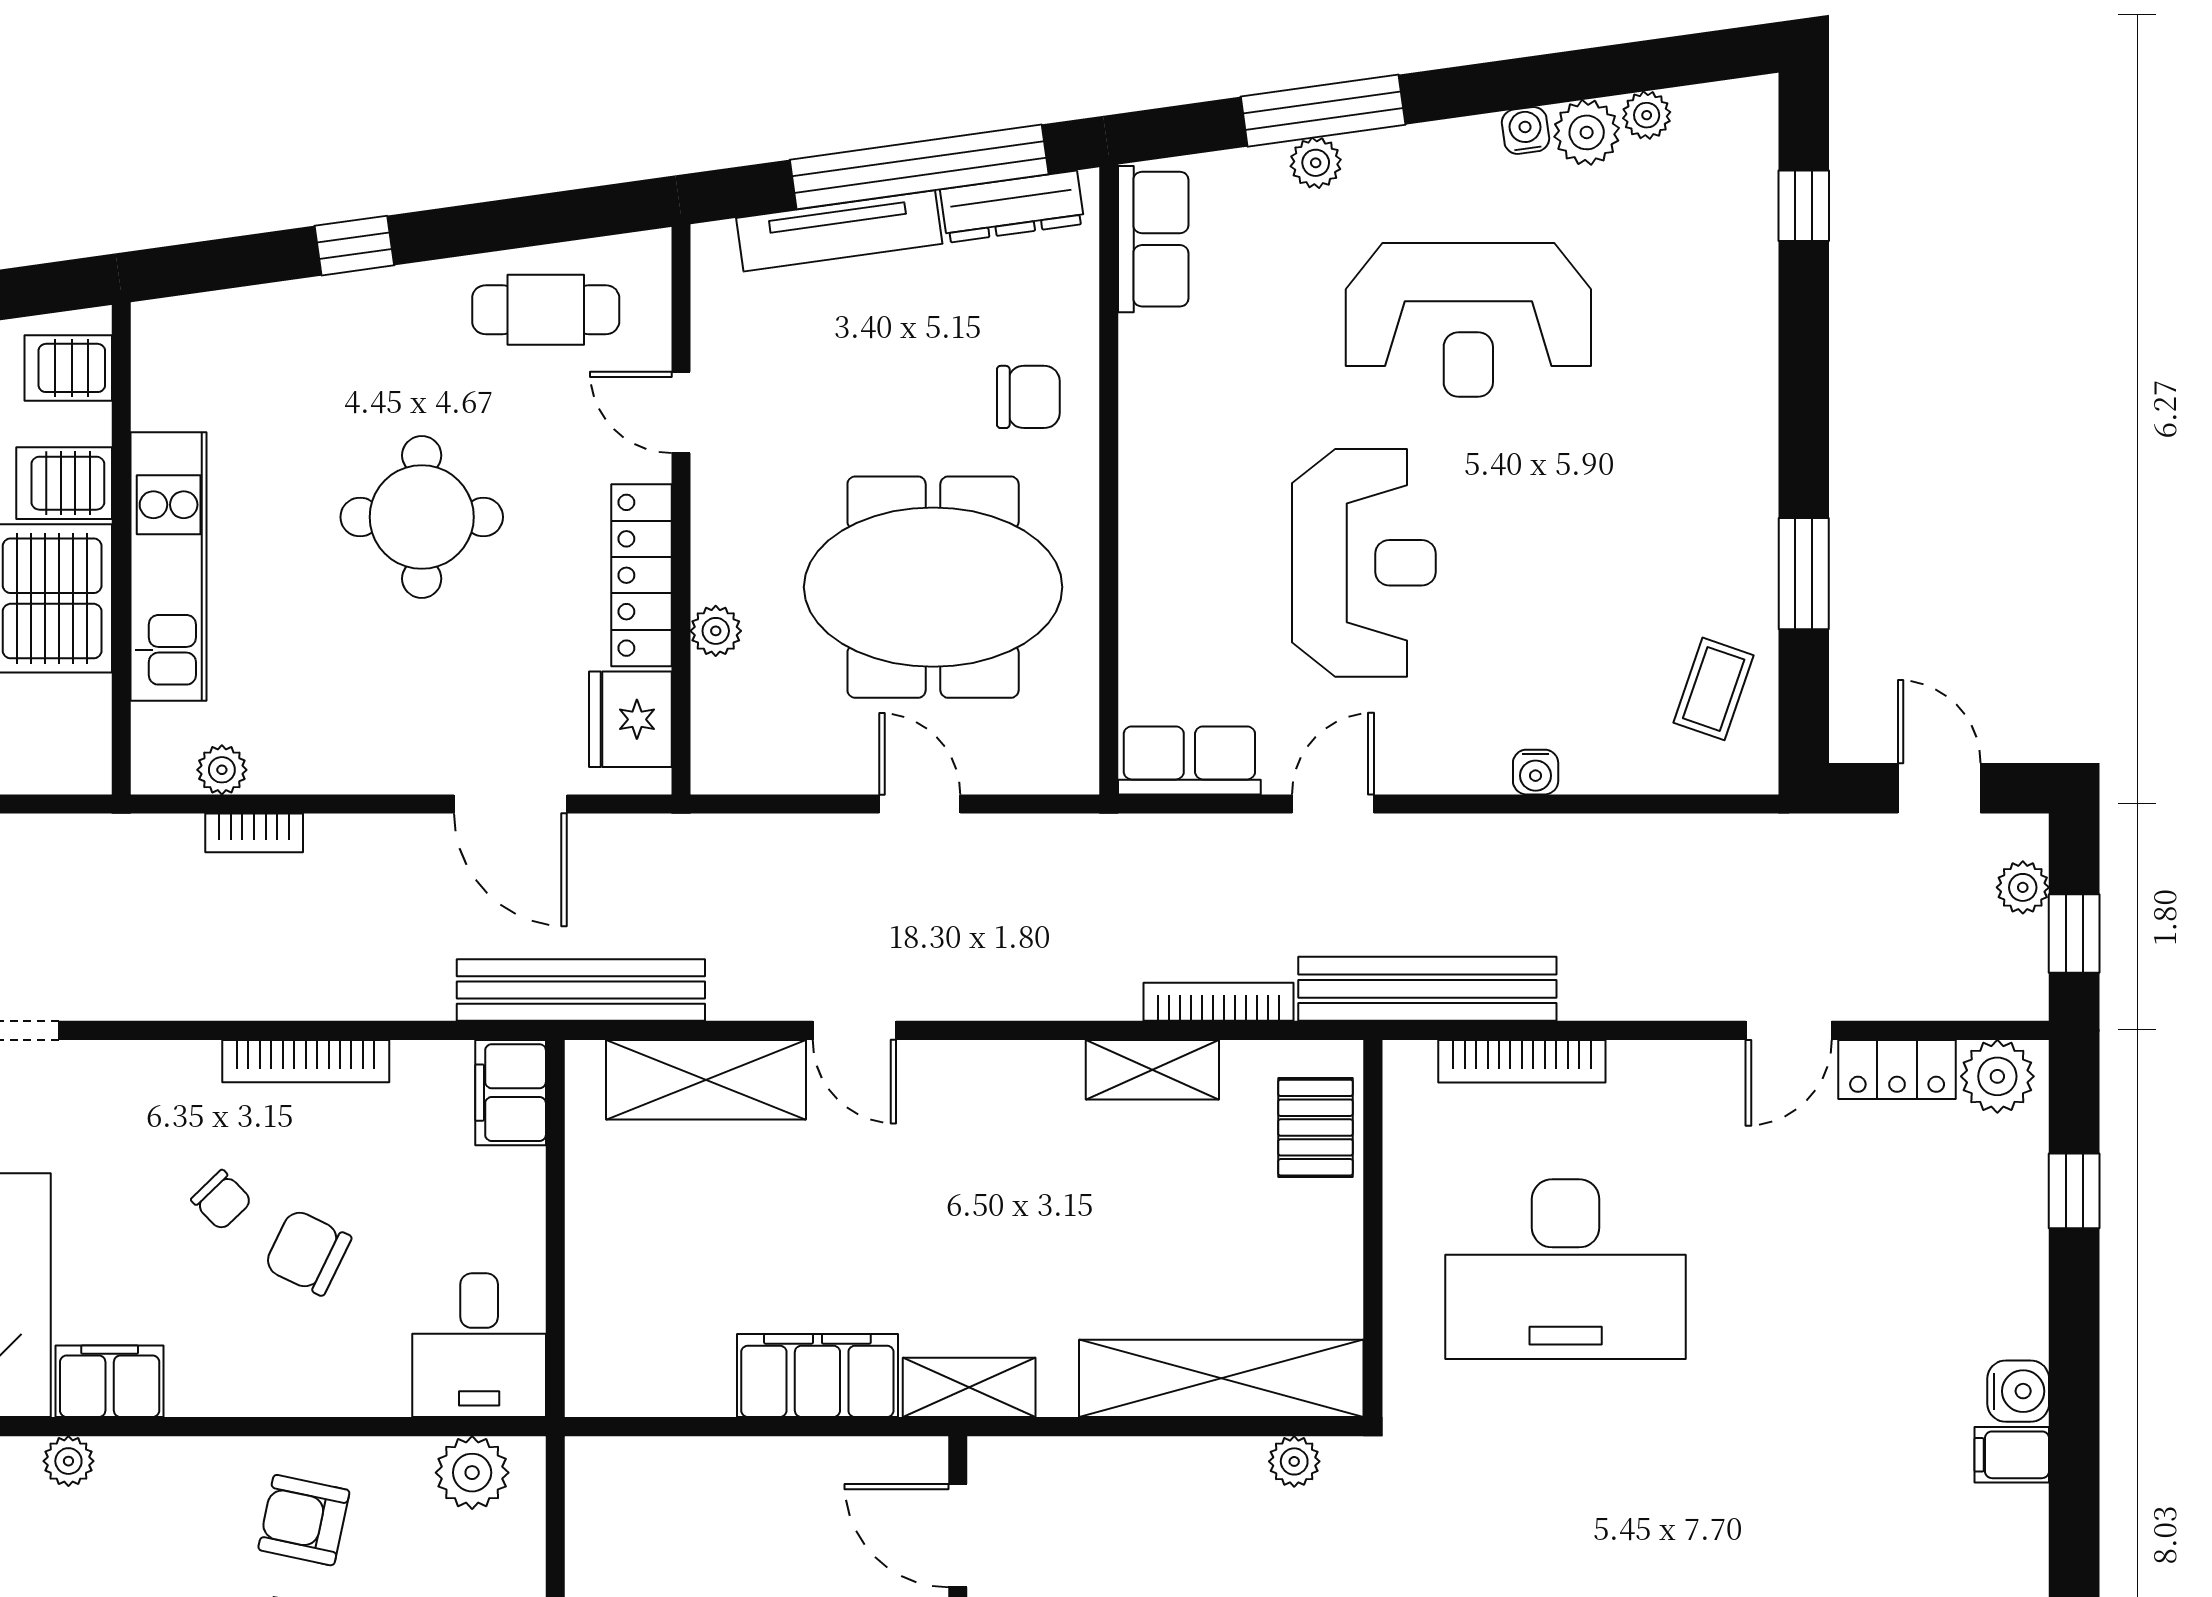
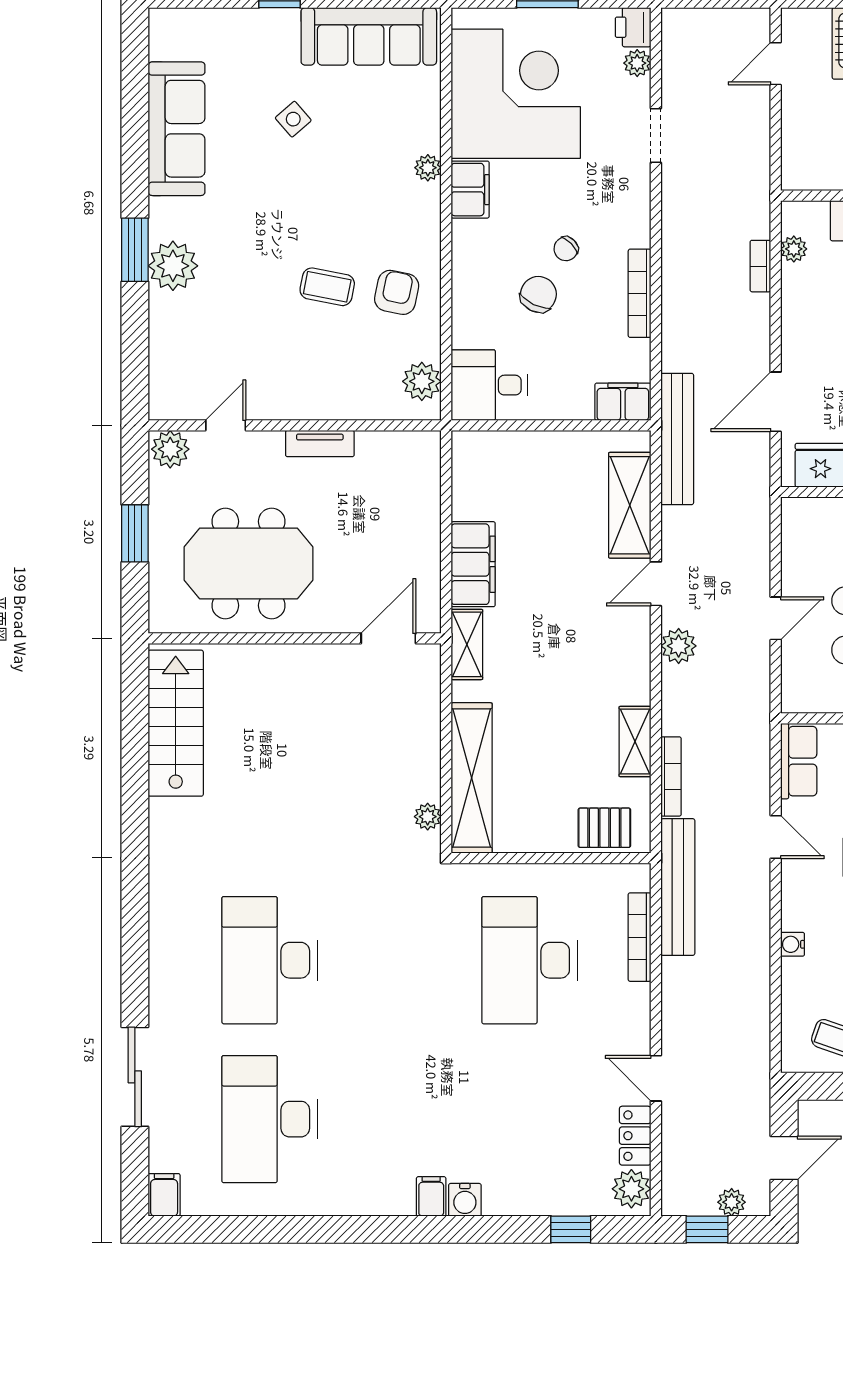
plant: (972, 988) -> (679, 646), added

